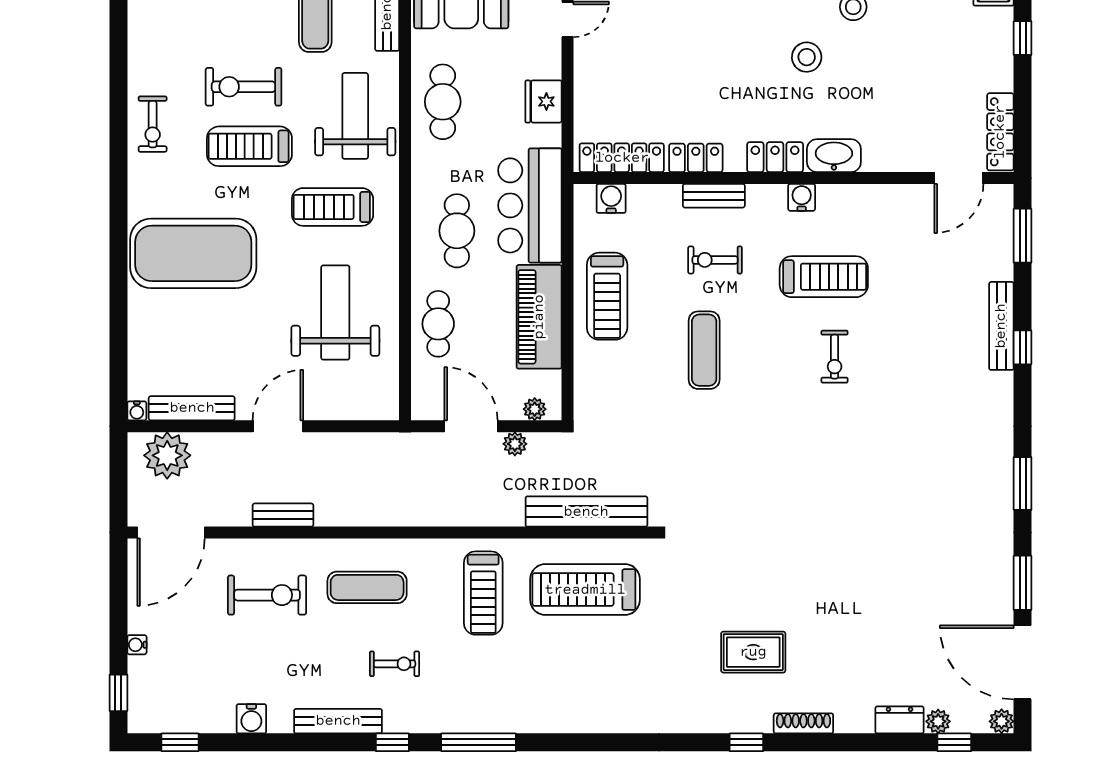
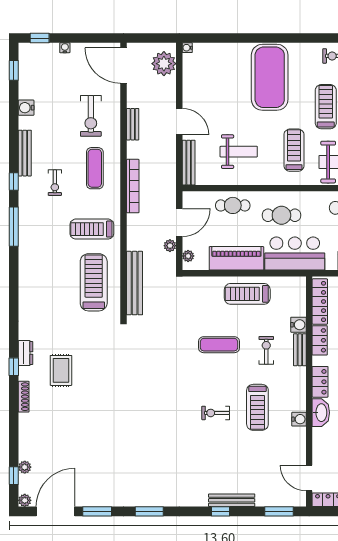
water cooler: (802, 197) -> (299, 419), moved
water cooler: (611, 198) -> (298, 325), moved
weight bench: (335, 313) -> (239, 152), width x0.73, depth x0.75
bench: (192, 408) -> (189, 163), moved
bookcase: (401, 515) -> (133, 186), added
dresser: (899, 720) -> (25, 353), moved

